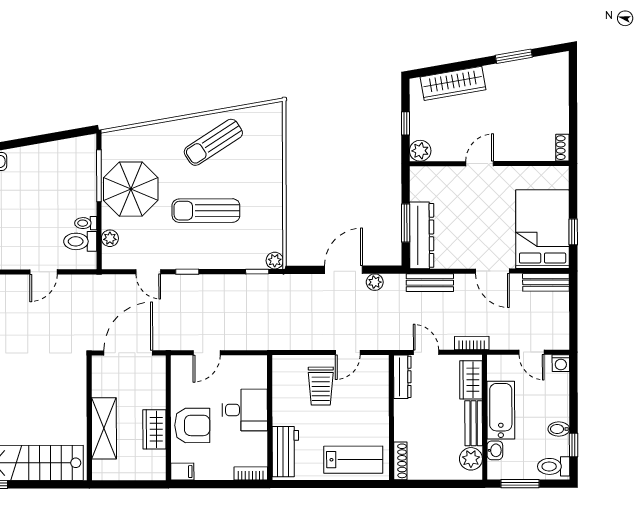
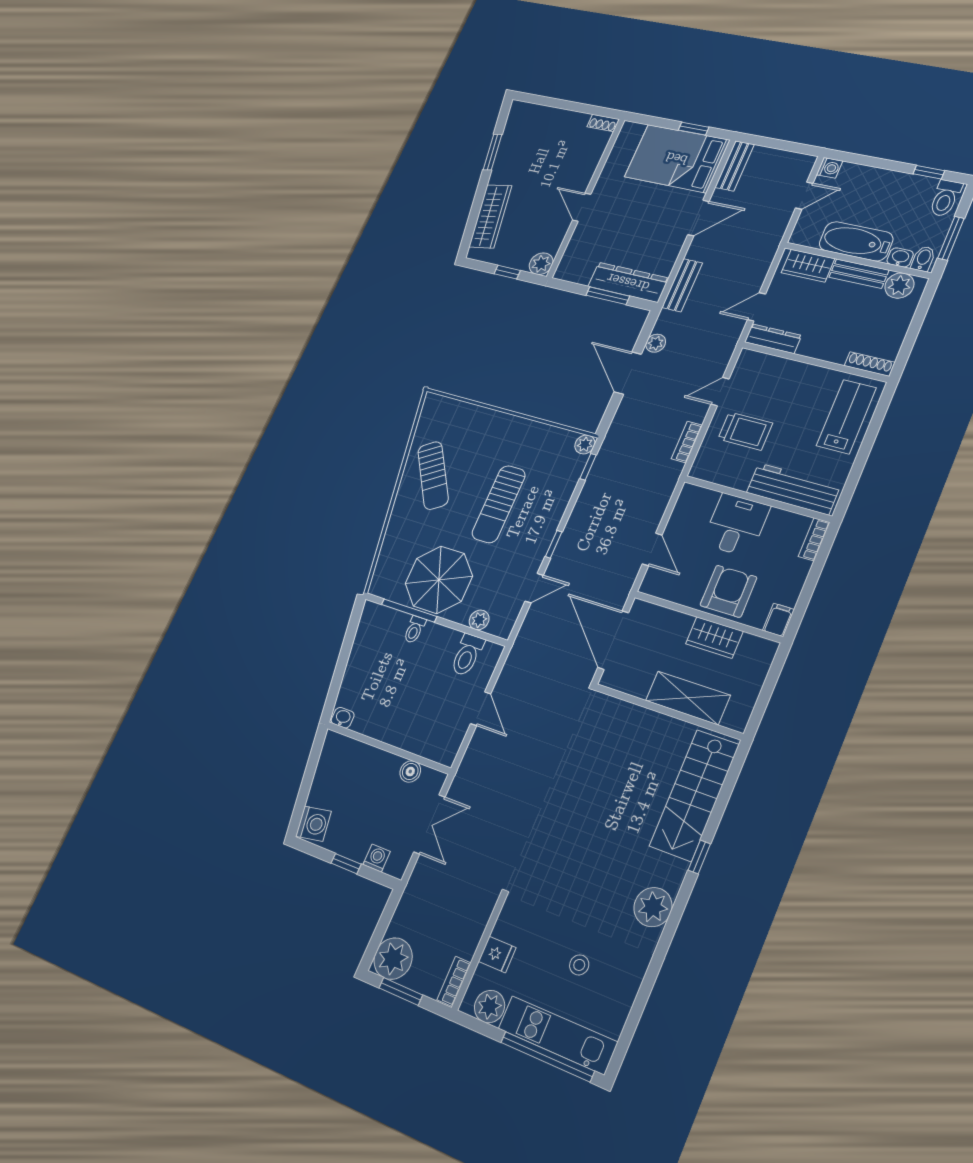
toilet: (86, 223) -> (414, 630), moved
bookcase: (472, 343) -> (687, 442), moved
door: (348, 353) -> (720, 392), swing flipped
bidet: (559, 429) -> (923, 259), moved, turned 180
workbench: (285, 452) -> (793, 489), width x1.37

